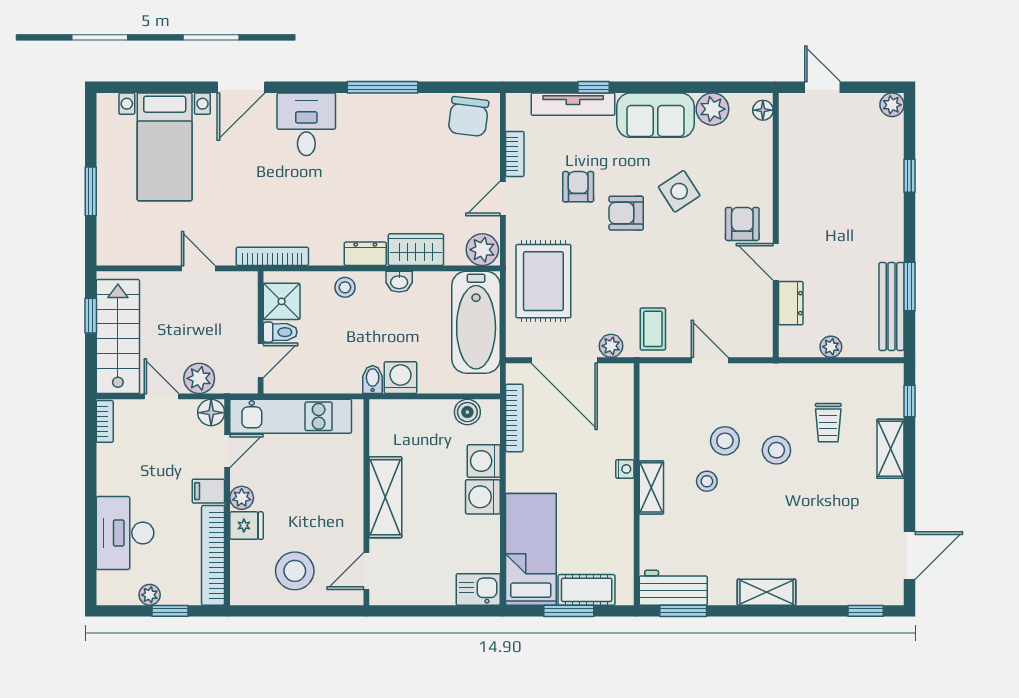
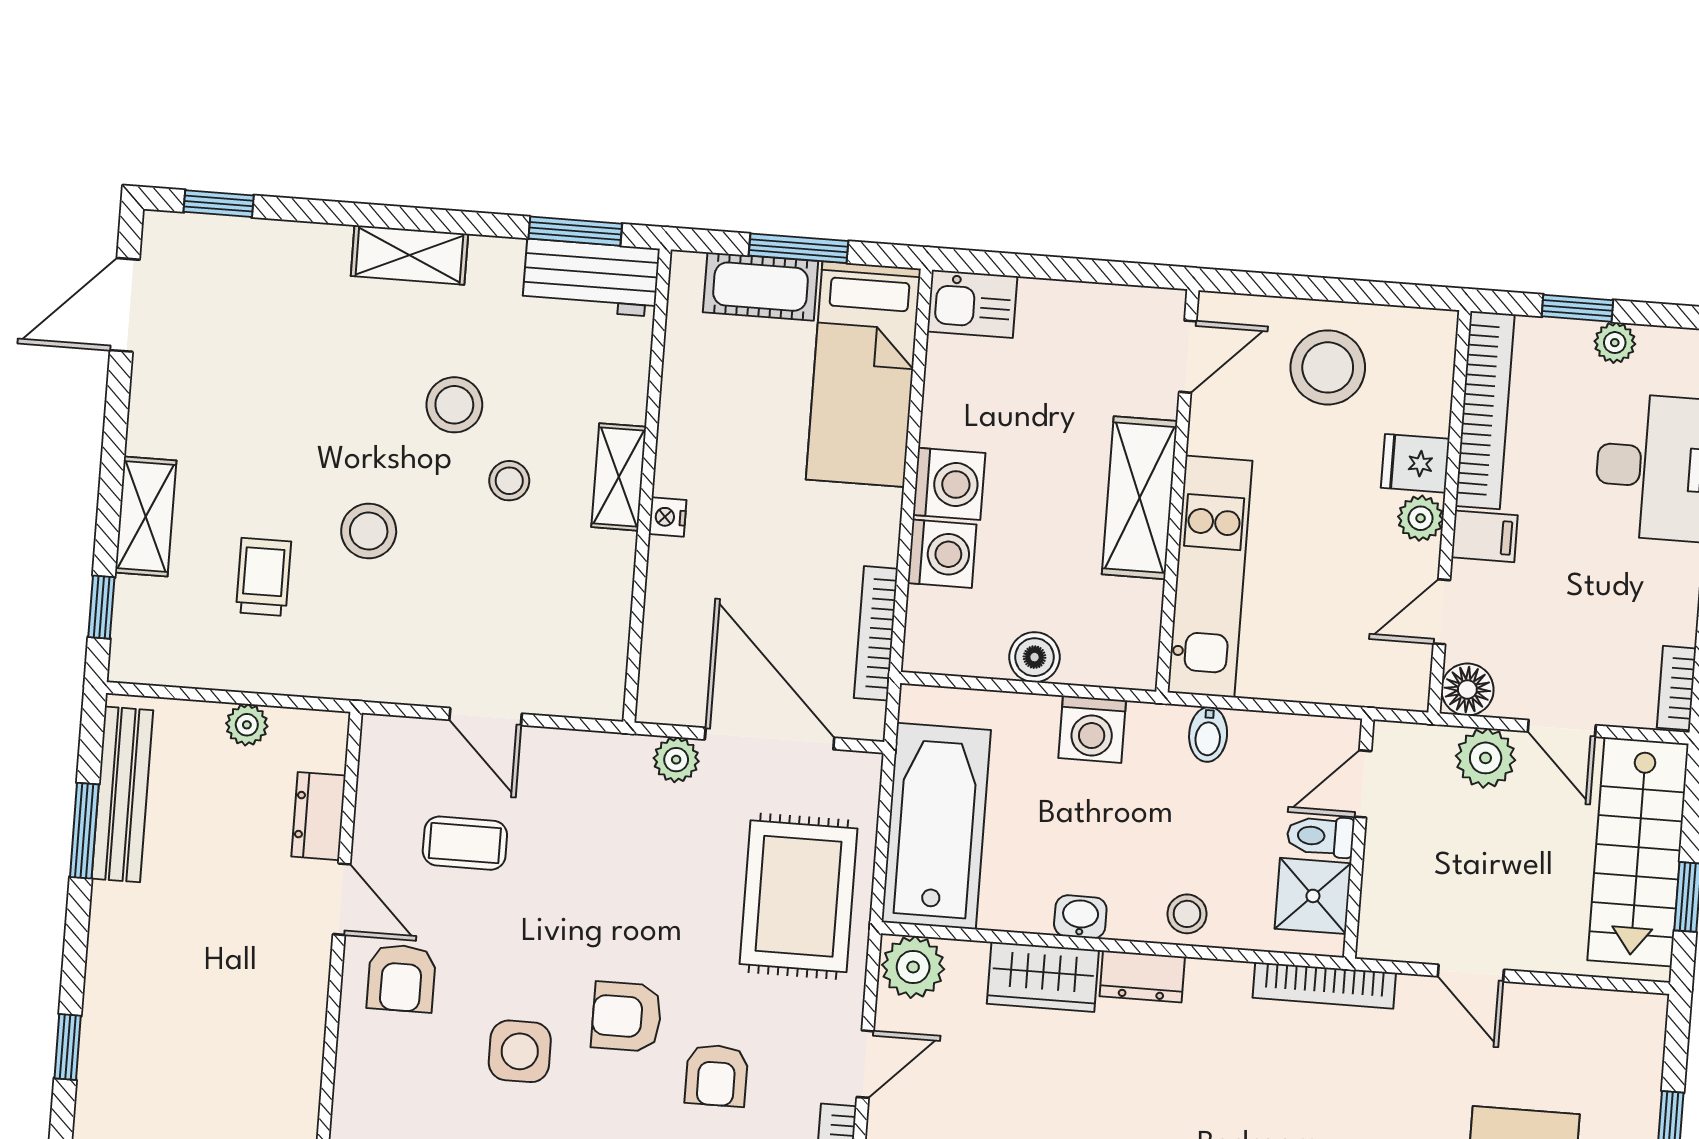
side table: (679, 191) -> (520, 1051), turned 33
armchair: (626, 213) -> (627, 1017), turned 180
coffee table: (653, 329) -> (465, 843), moved, turned 90
bidet: (373, 380) -> (1208, 734), moved
boiler: (467, 412) -> (1034, 657), moved
kitchen unit: (291, 416) -> (1210, 577), moved, turned 90
stool: (725, 441) -> (454, 405), moved

